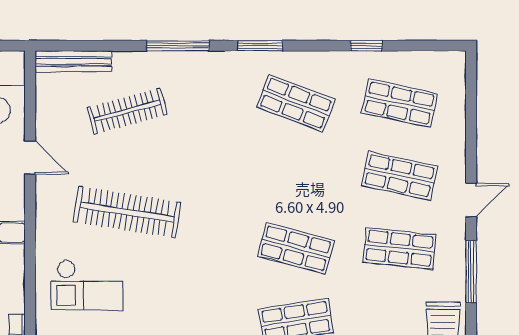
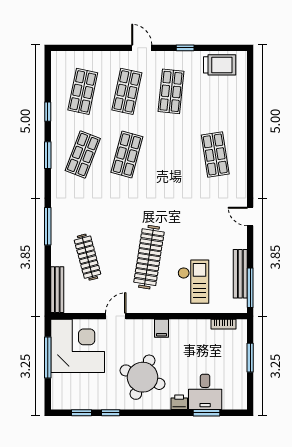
window: (260, 46) -> (48, 155), moved
shop shelf: (296, 248) -> (127, 154), moved
window: (471, 272) -> (185, 48), width x0.46

